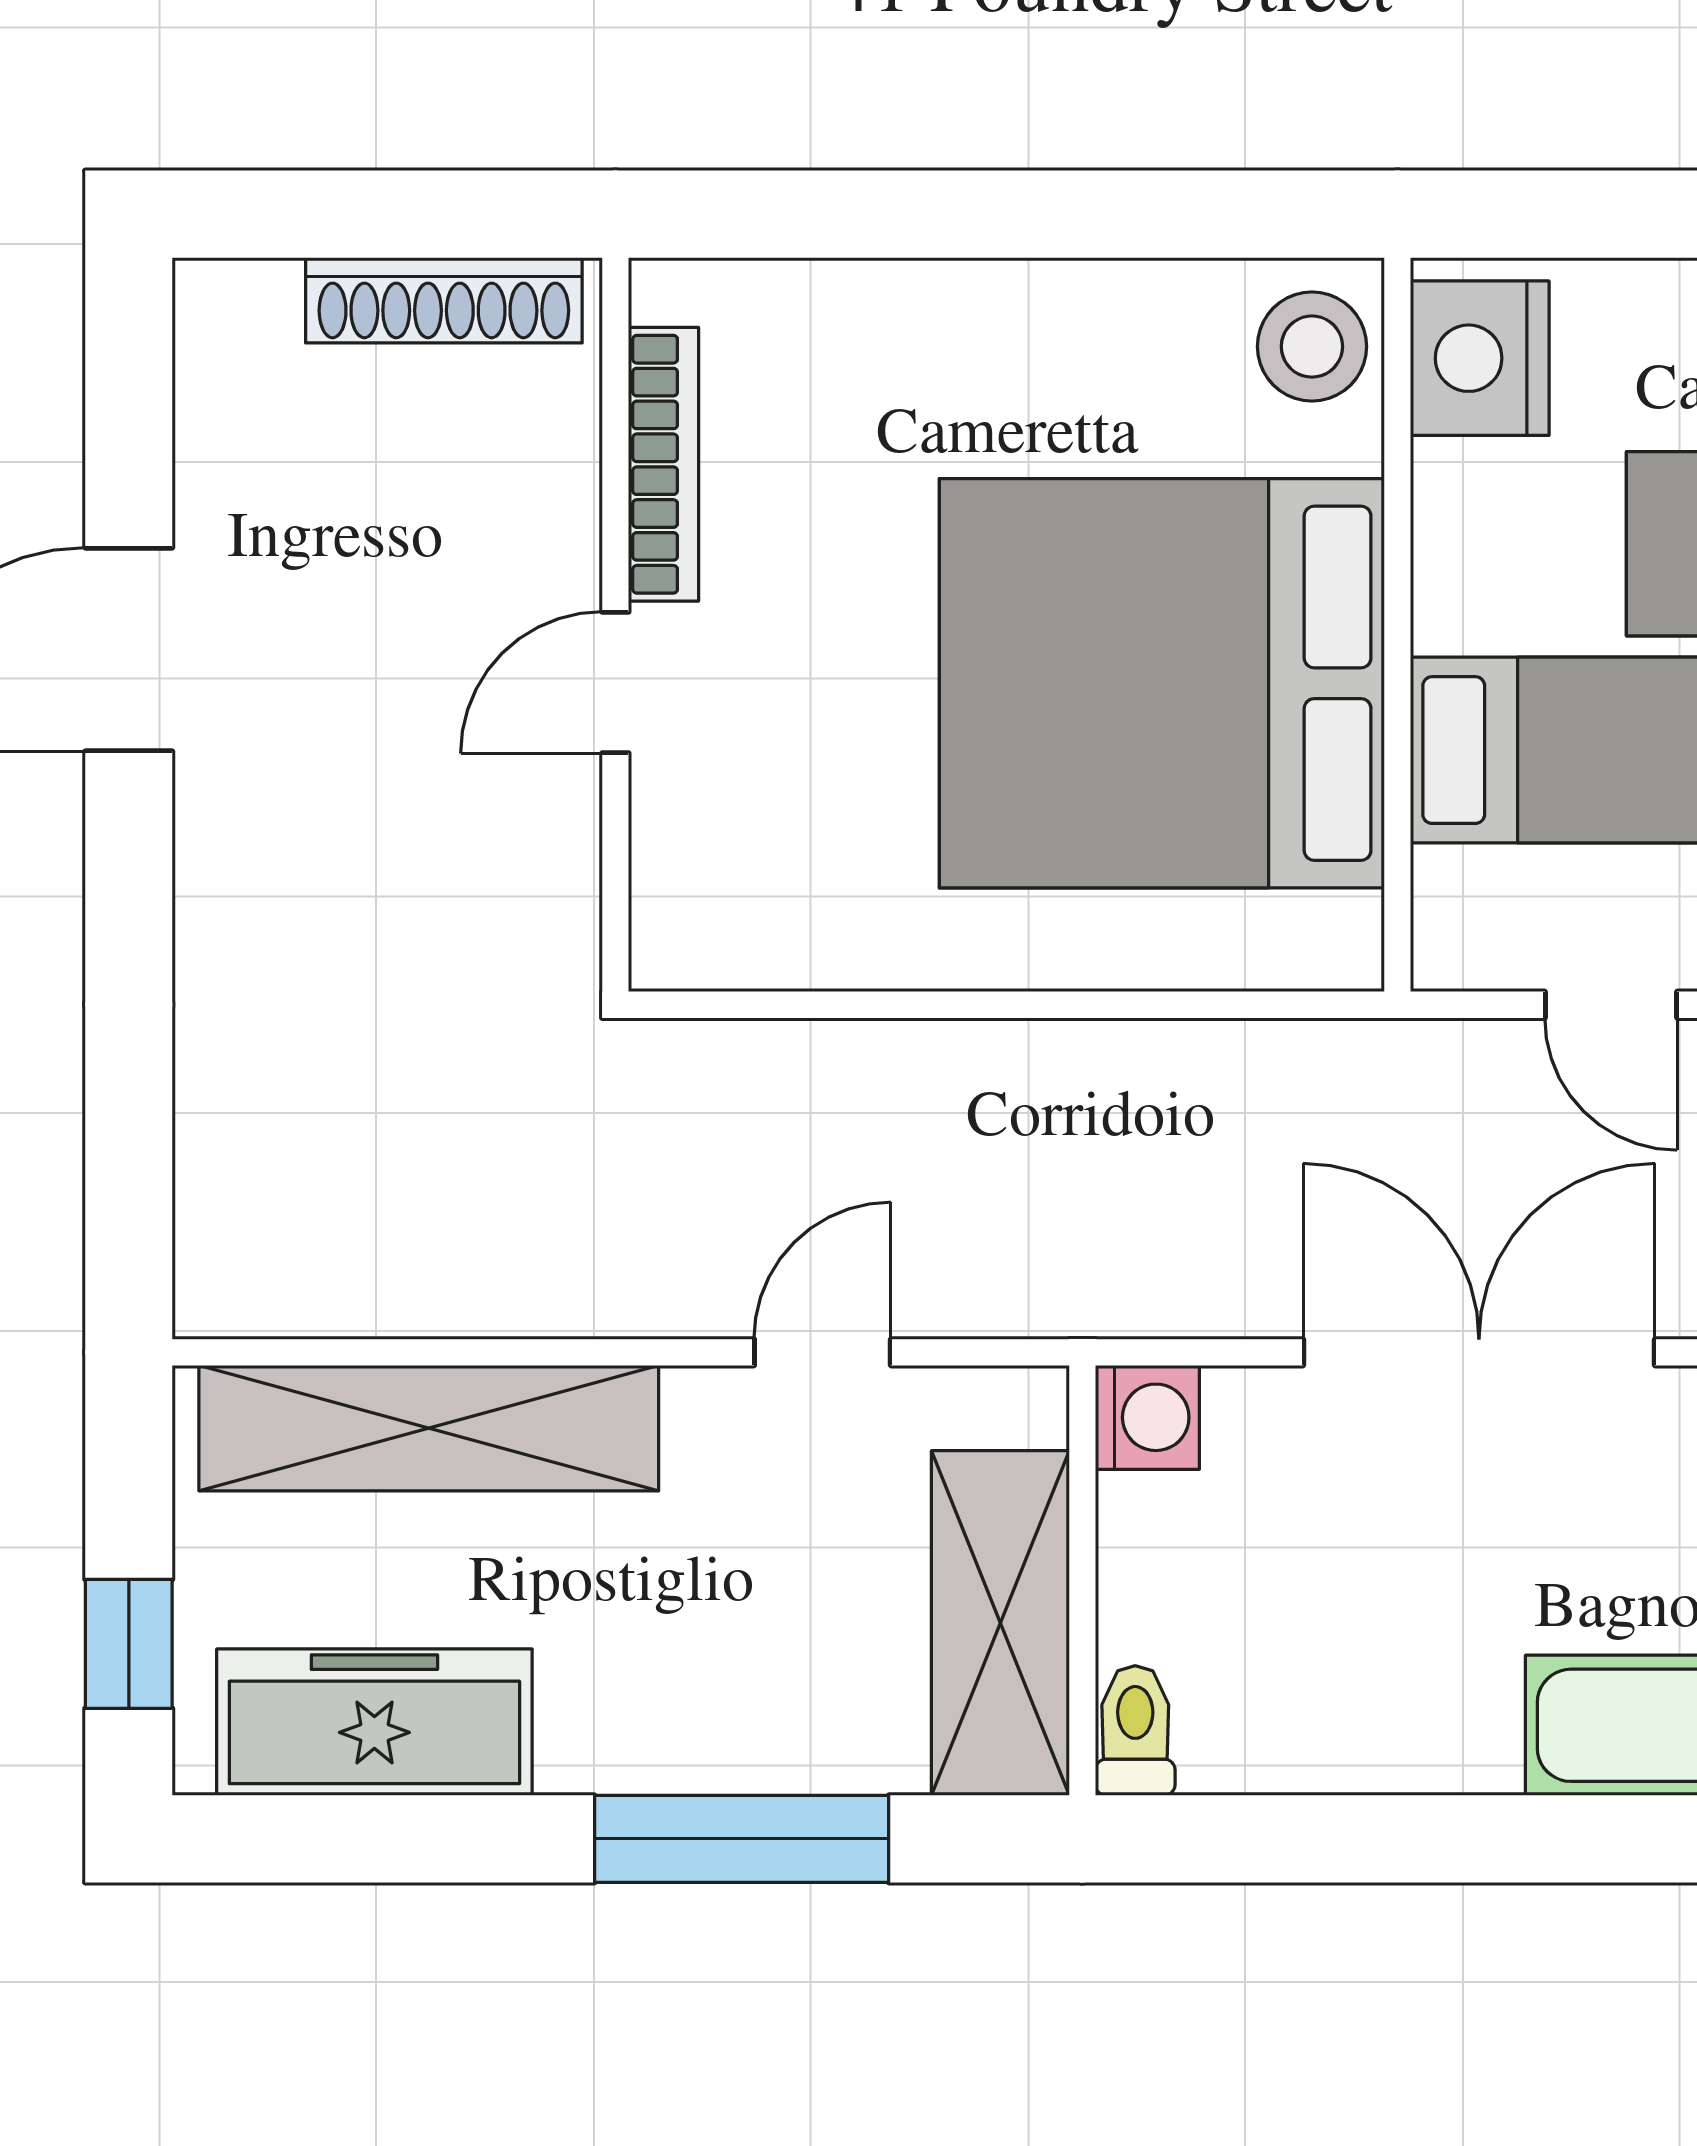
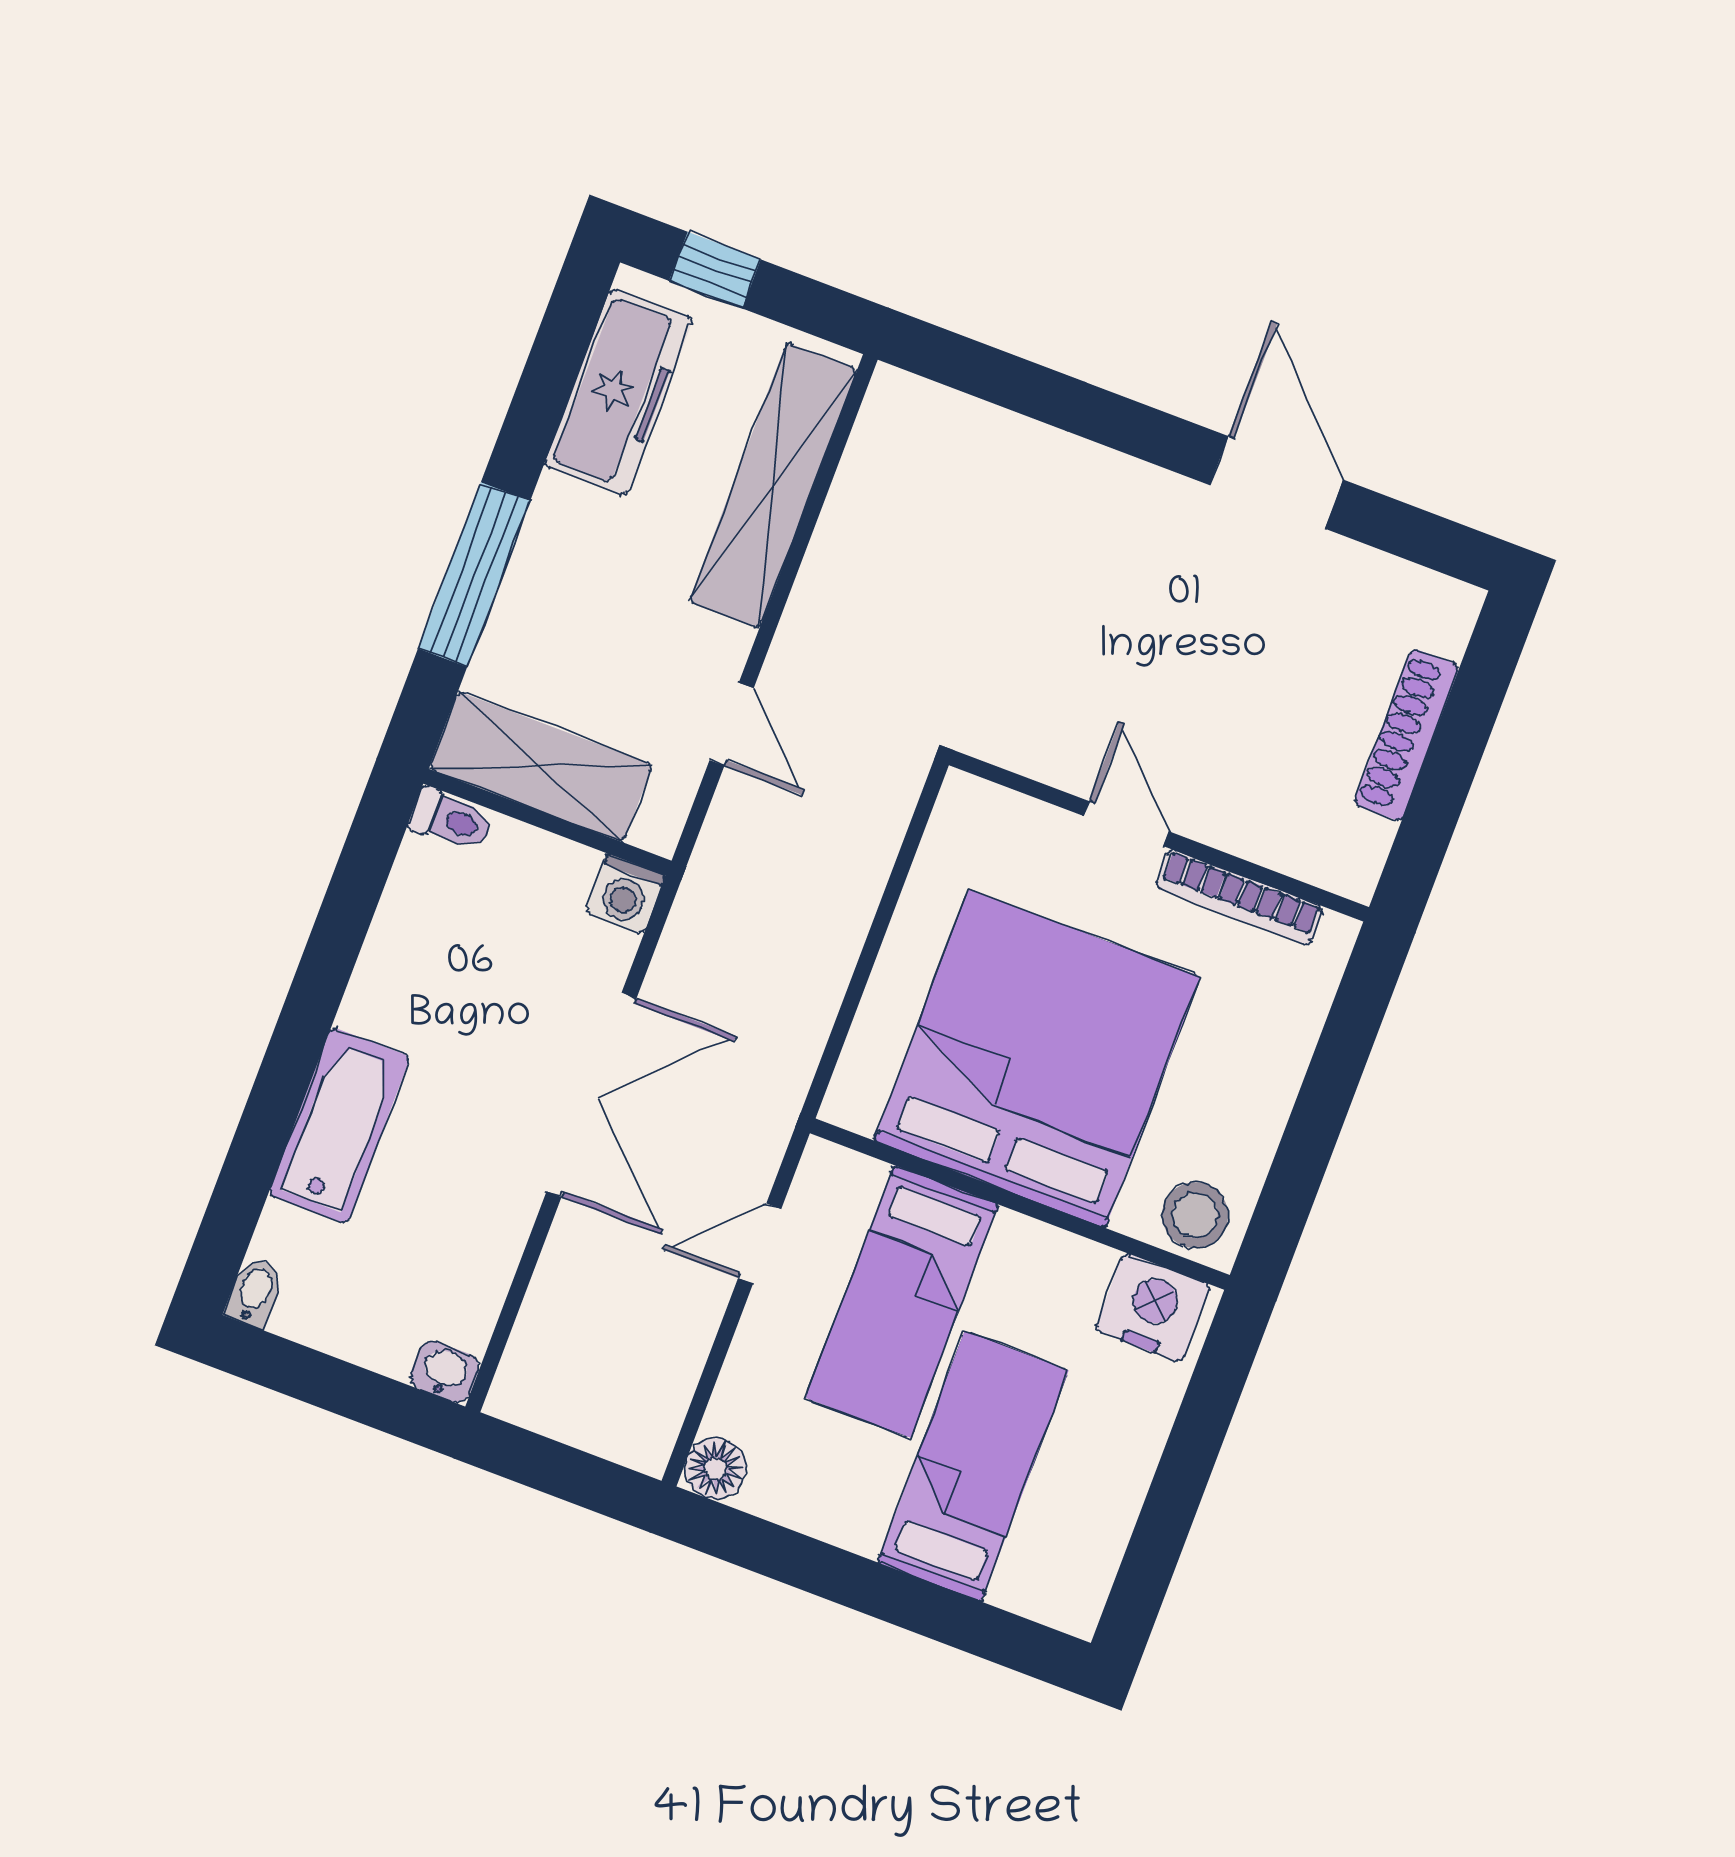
bookcase: (663, 464) -> (1239, 897), moved
wall: (615, 625) -> (1159, 836), moved
door: (615, 682) -> (1126, 824), moved

